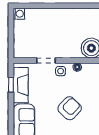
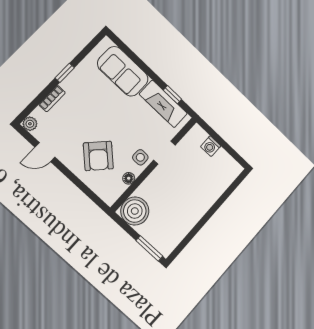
washing machine: (19, 14) -> (211, 146), moved
armchair: (70, 108) -> (98, 156), moved

